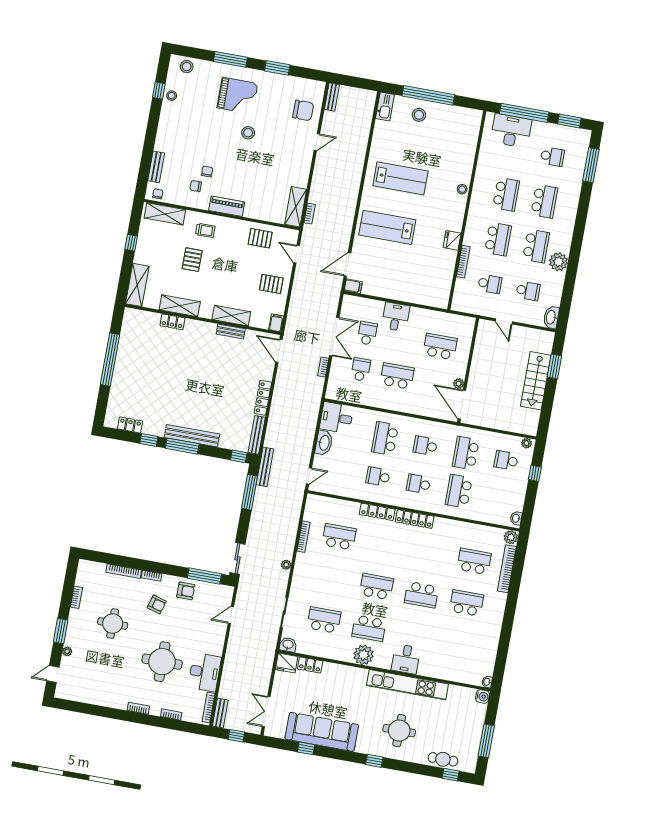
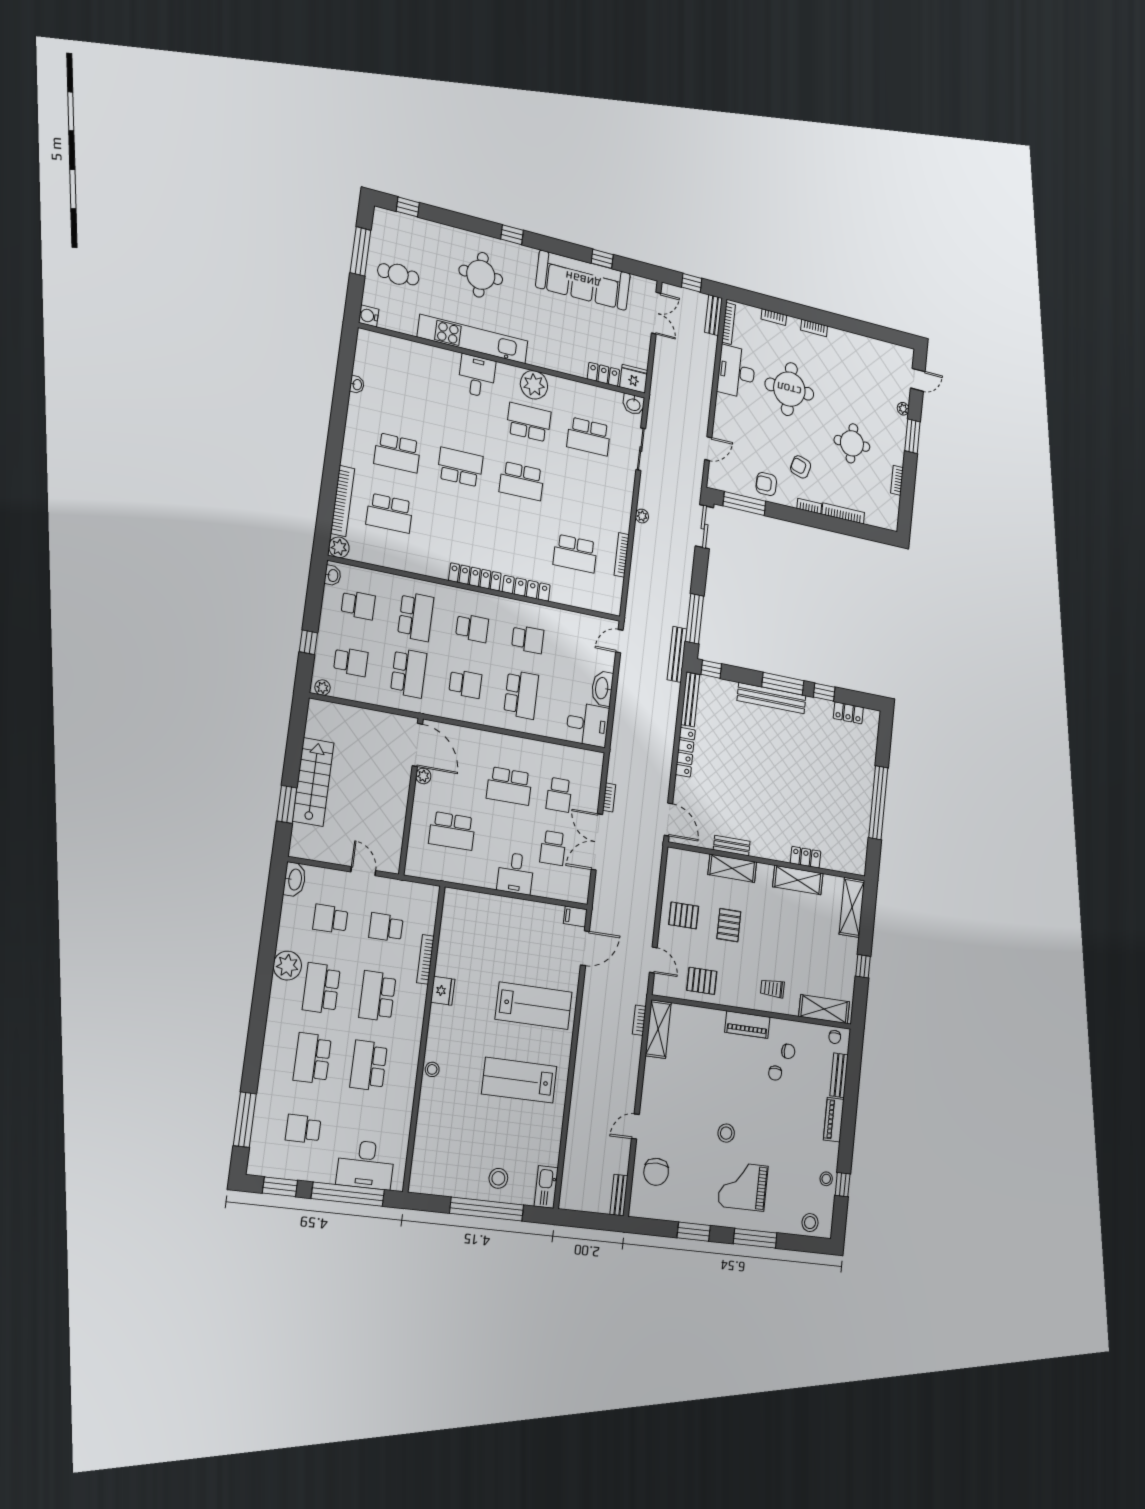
chair: (303, 110) -> (656, 1172), turned -90
piano: (163, 136) -> (834, 1120), added
pallet: (192, 260) -> (729, 925), moved
filing cabinet: (276, 323) -> (674, 860), removed
school desk: (499, 499) -> (358, 605), added
washbasin: (487, 682) -> (357, 385), moved
cafe table: (443, 759) -> (398, 274), moved

